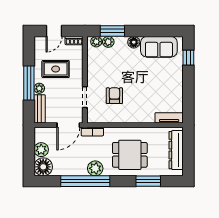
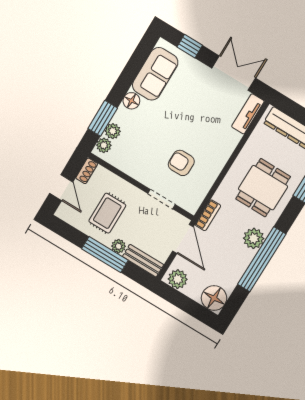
double door: (188, 94) -> (234, 73), added
plant: (41, 150) -> (178, 279), moved

